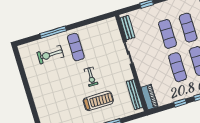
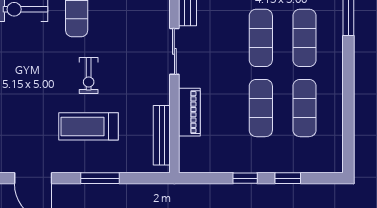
piano: (149, 97) -> (189, 112), moved
treadmill: (98, 101) -> (88, 126), turned 180

